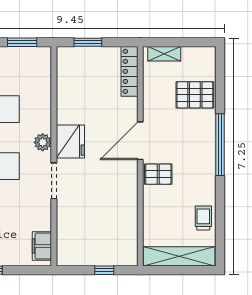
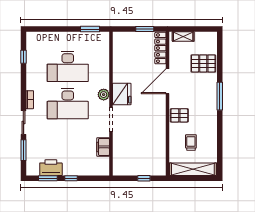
window: (88, 42) -> (145, 29), moved
door: (140, 141) -> (167, 81), moved
window: (220, 145) -> (220, 96), width x0.68
trolley: (203, 218) -> (191, 143), moved
filing cabinet: (42, 246) -> (103, 147), moved

